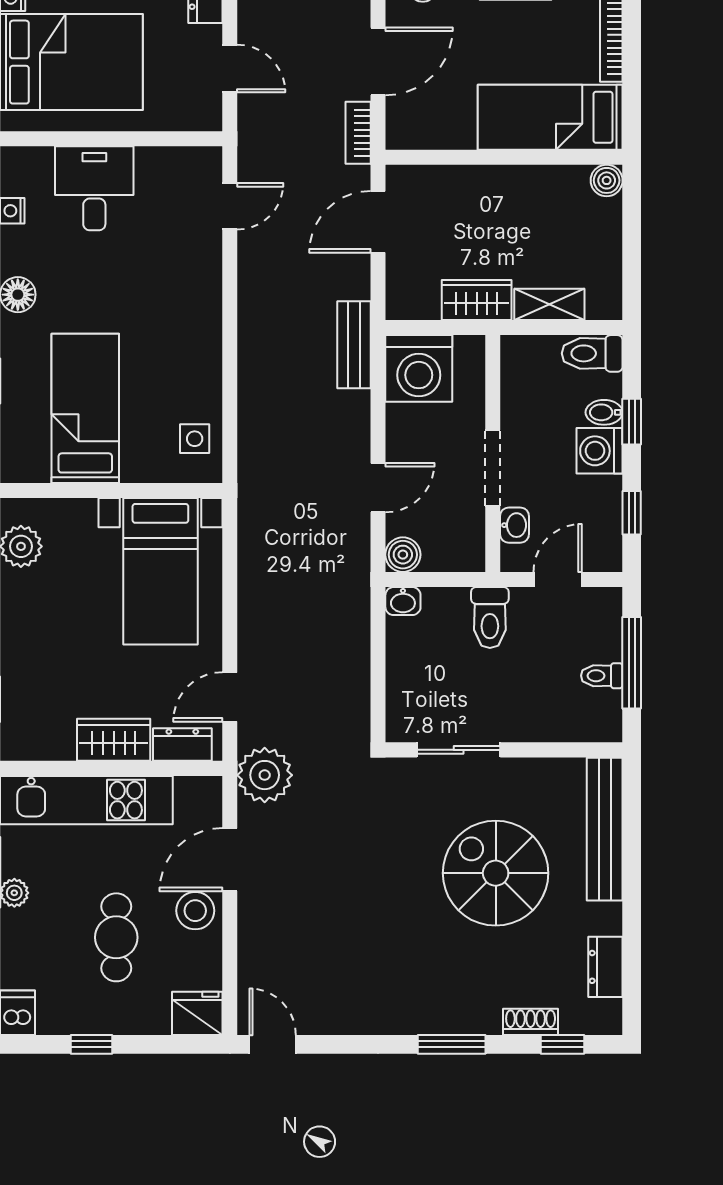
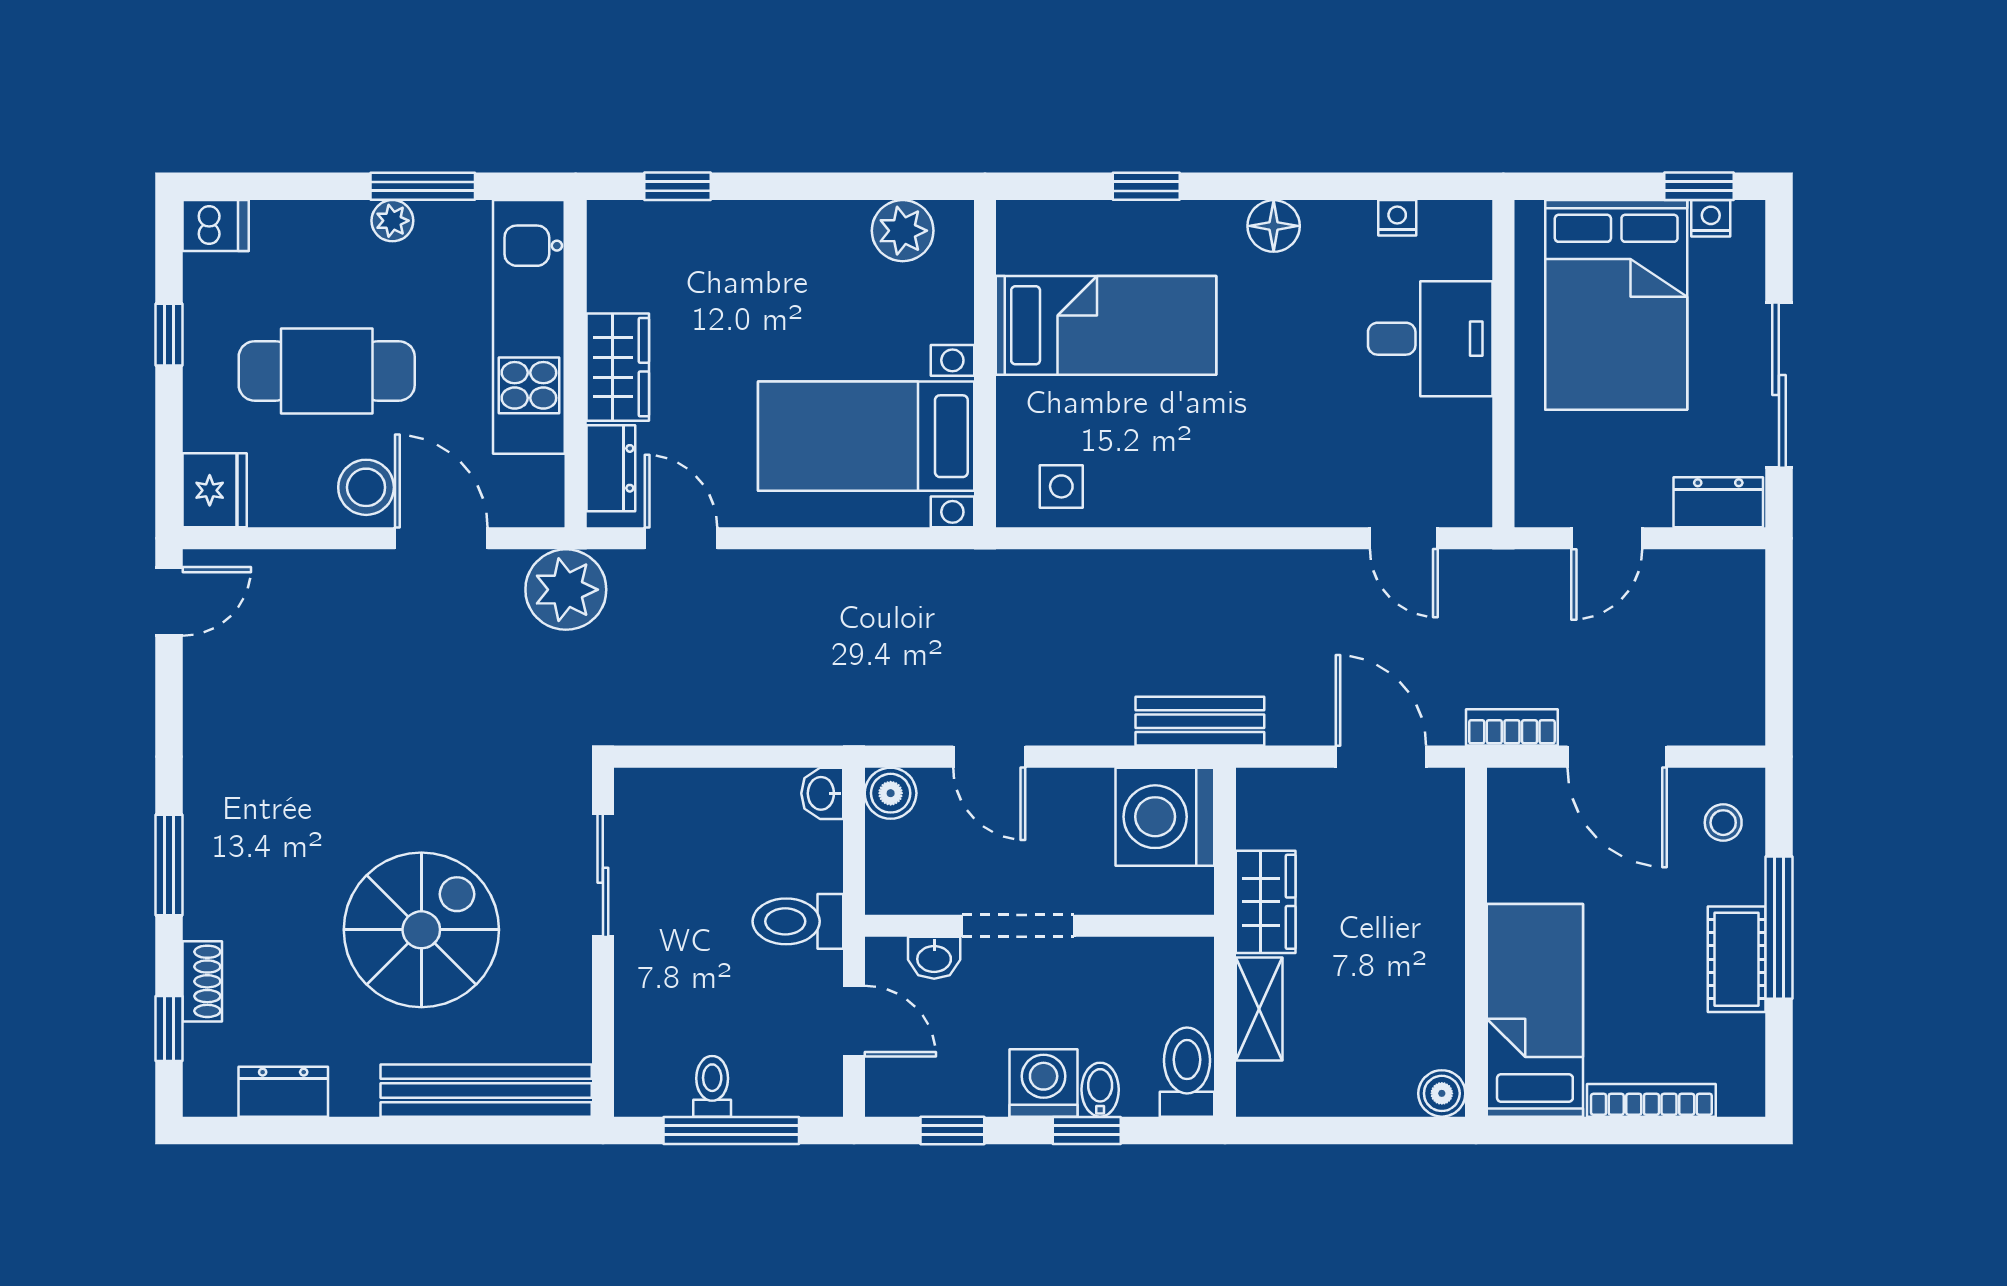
cafe table: (116, 937) -> (327, 371), width x1.37, depth x1.35

